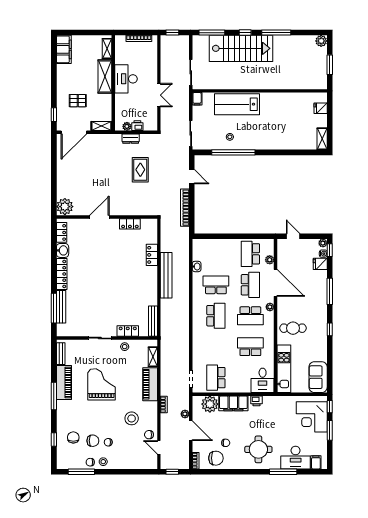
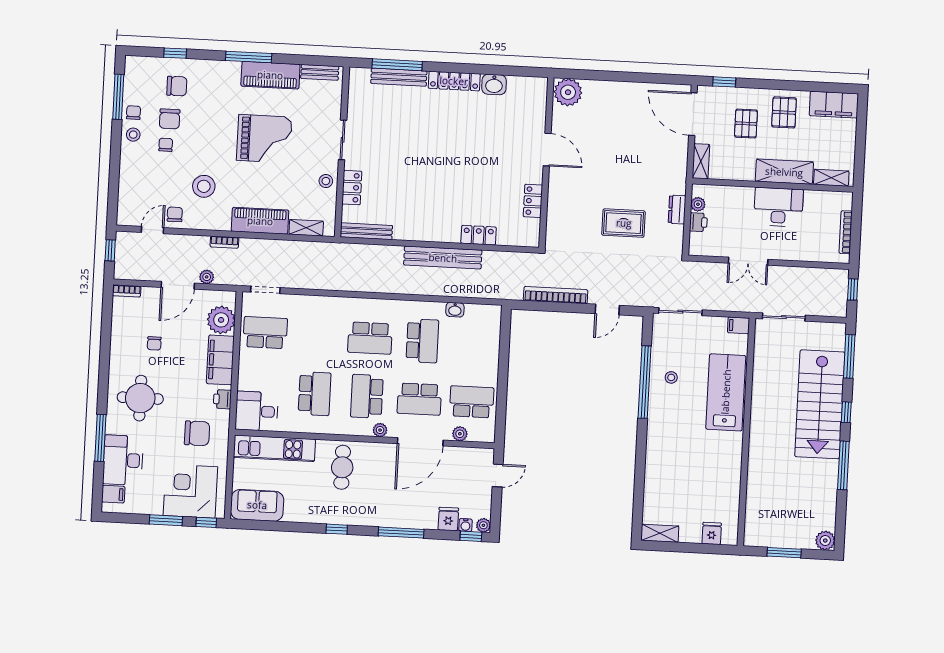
pallet: (70, 79) -> (784, 112), added
locker: (62, 232) -> (524, 85), removed
chair: (216, 458) -> (197, 433), moved, turned -90

